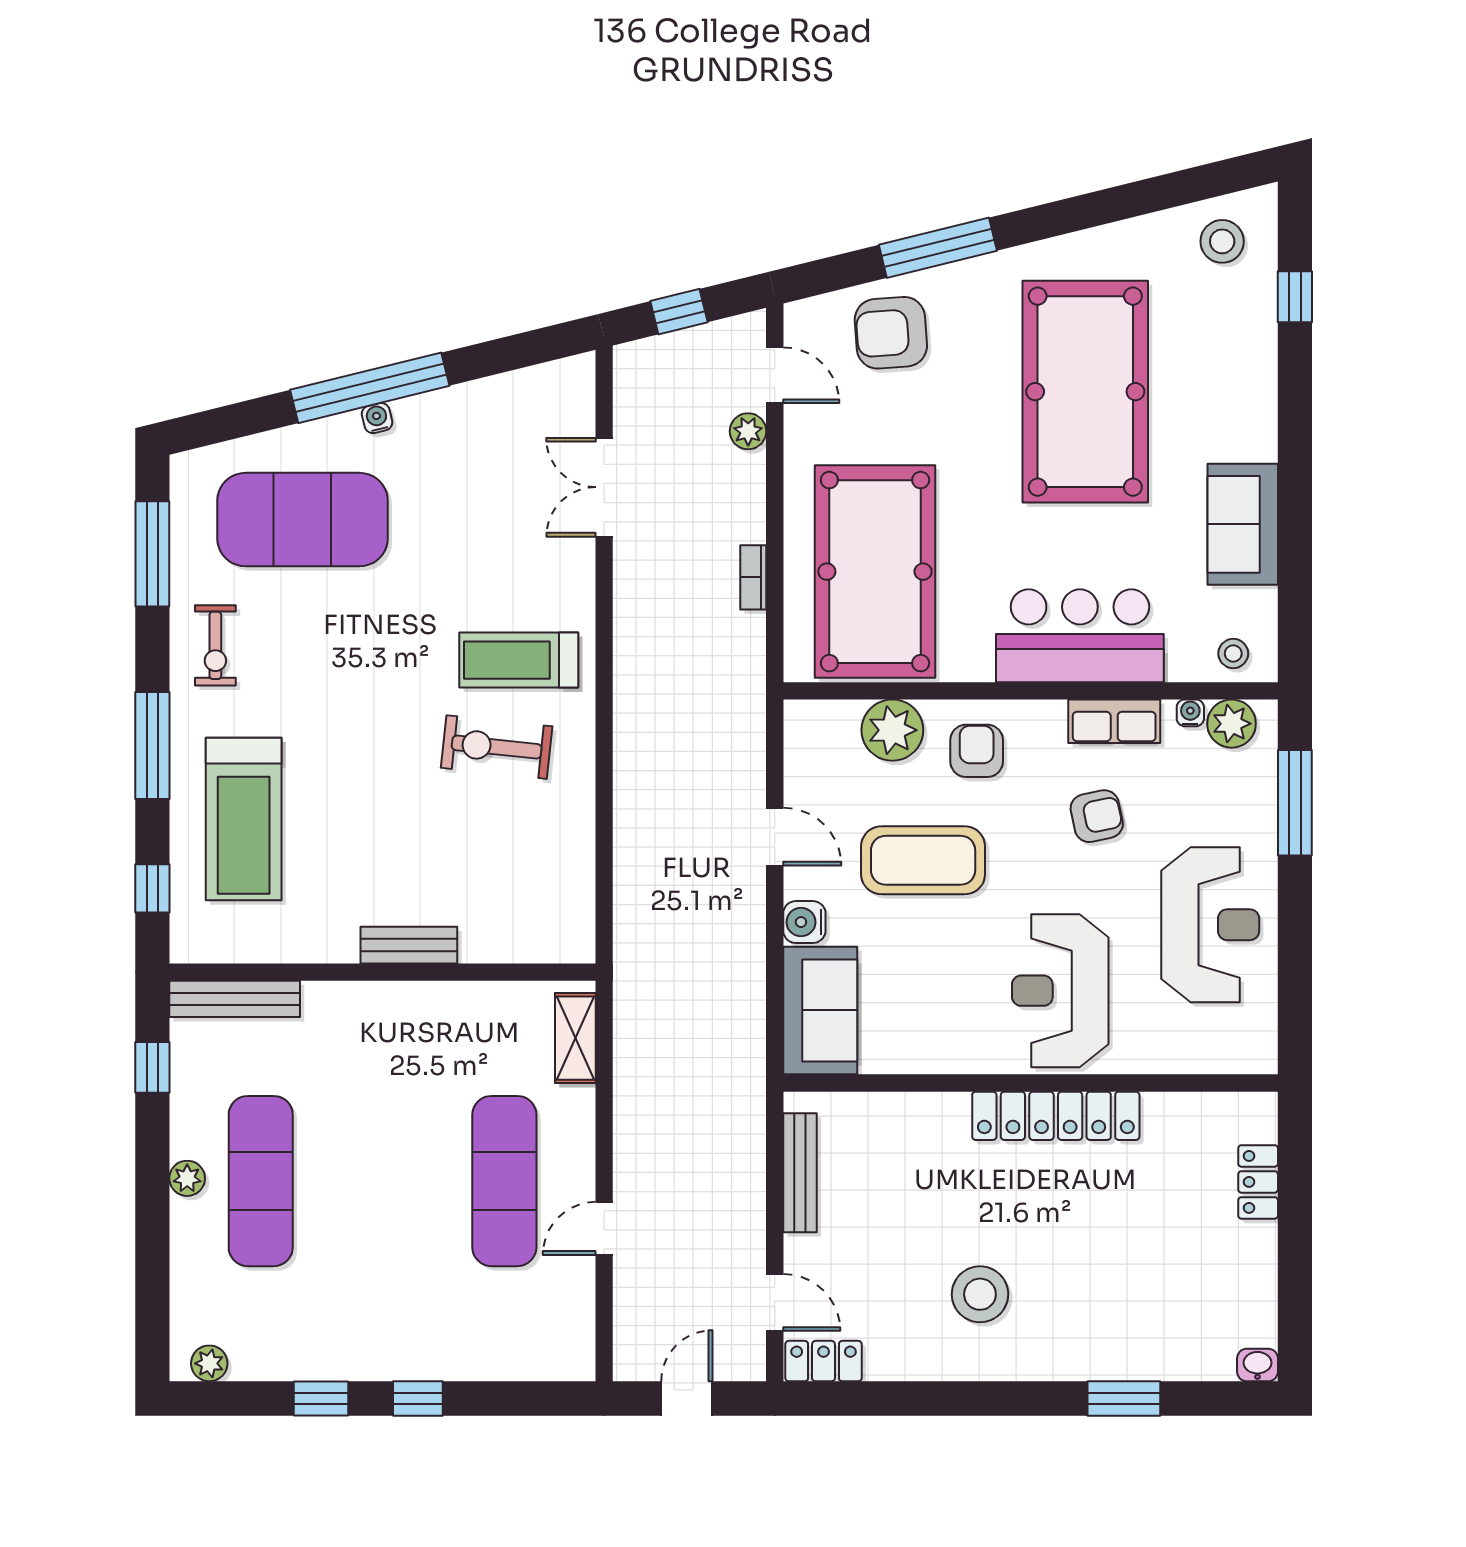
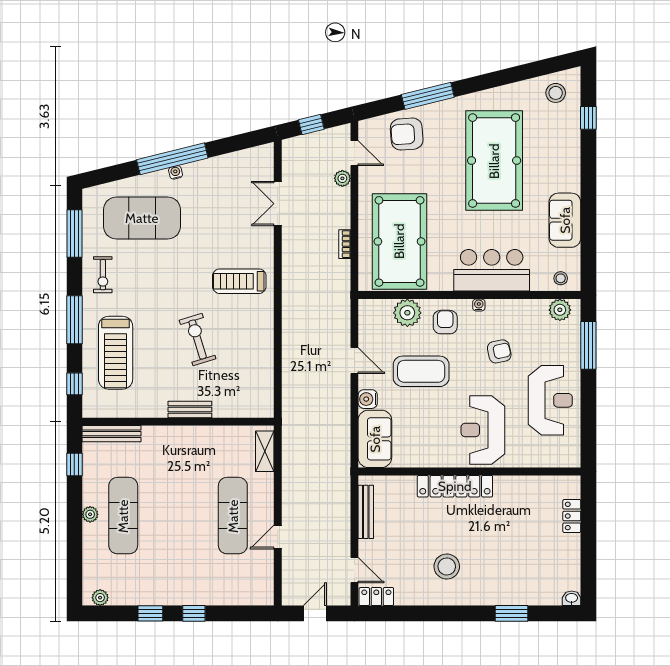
water cooler: (1190, 713) -> (479, 305), moved
row of seats: (1114, 721) -> (507, 309), removed
exercise bike: (497, 747) -> (198, 339), moved, turned 67
locker: (1056, 1116) -> (455, 486), moved

